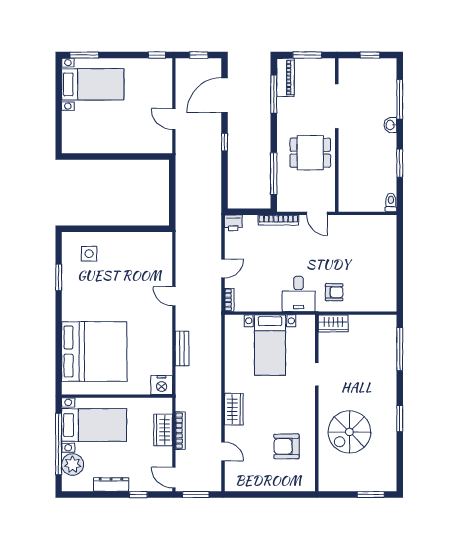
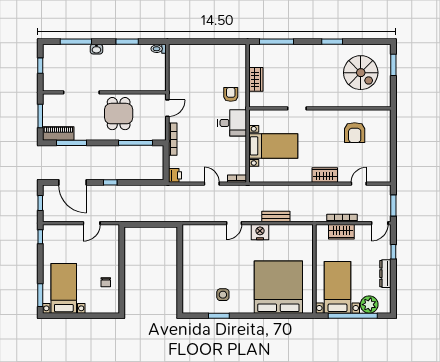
chair: (100, 137) -> (106, 282), added
side table: (89, 254) -> (223, 295), moved
wardrobe: (333, 323) -> (256, 79), moved
nightstand: (162, 385) -> (260, 232), moved, turned -90
spiral stairs: (349, 432) -> (361, 73), moved

